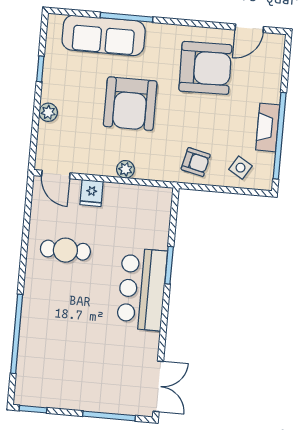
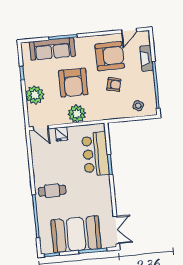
plant: (48, 112) -> (35, 95), width x1.88, depth x1.88
fireplace: (268, 127) -> (146, 58), moved
armchair: (196, 162) -> (114, 85), moved
plant: (125, 169) -> (77, 114), width x1.87, depth x1.87
cafe table: (65, 250) -> (52, 191), moved
bar counter: (142, 289) -> (95, 154), moved
booth: (84, 380) -> (76, 234), added

